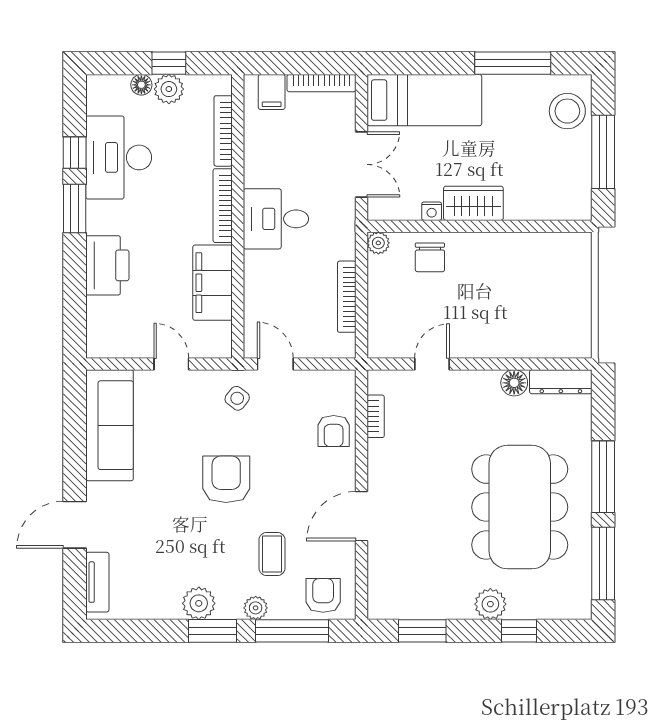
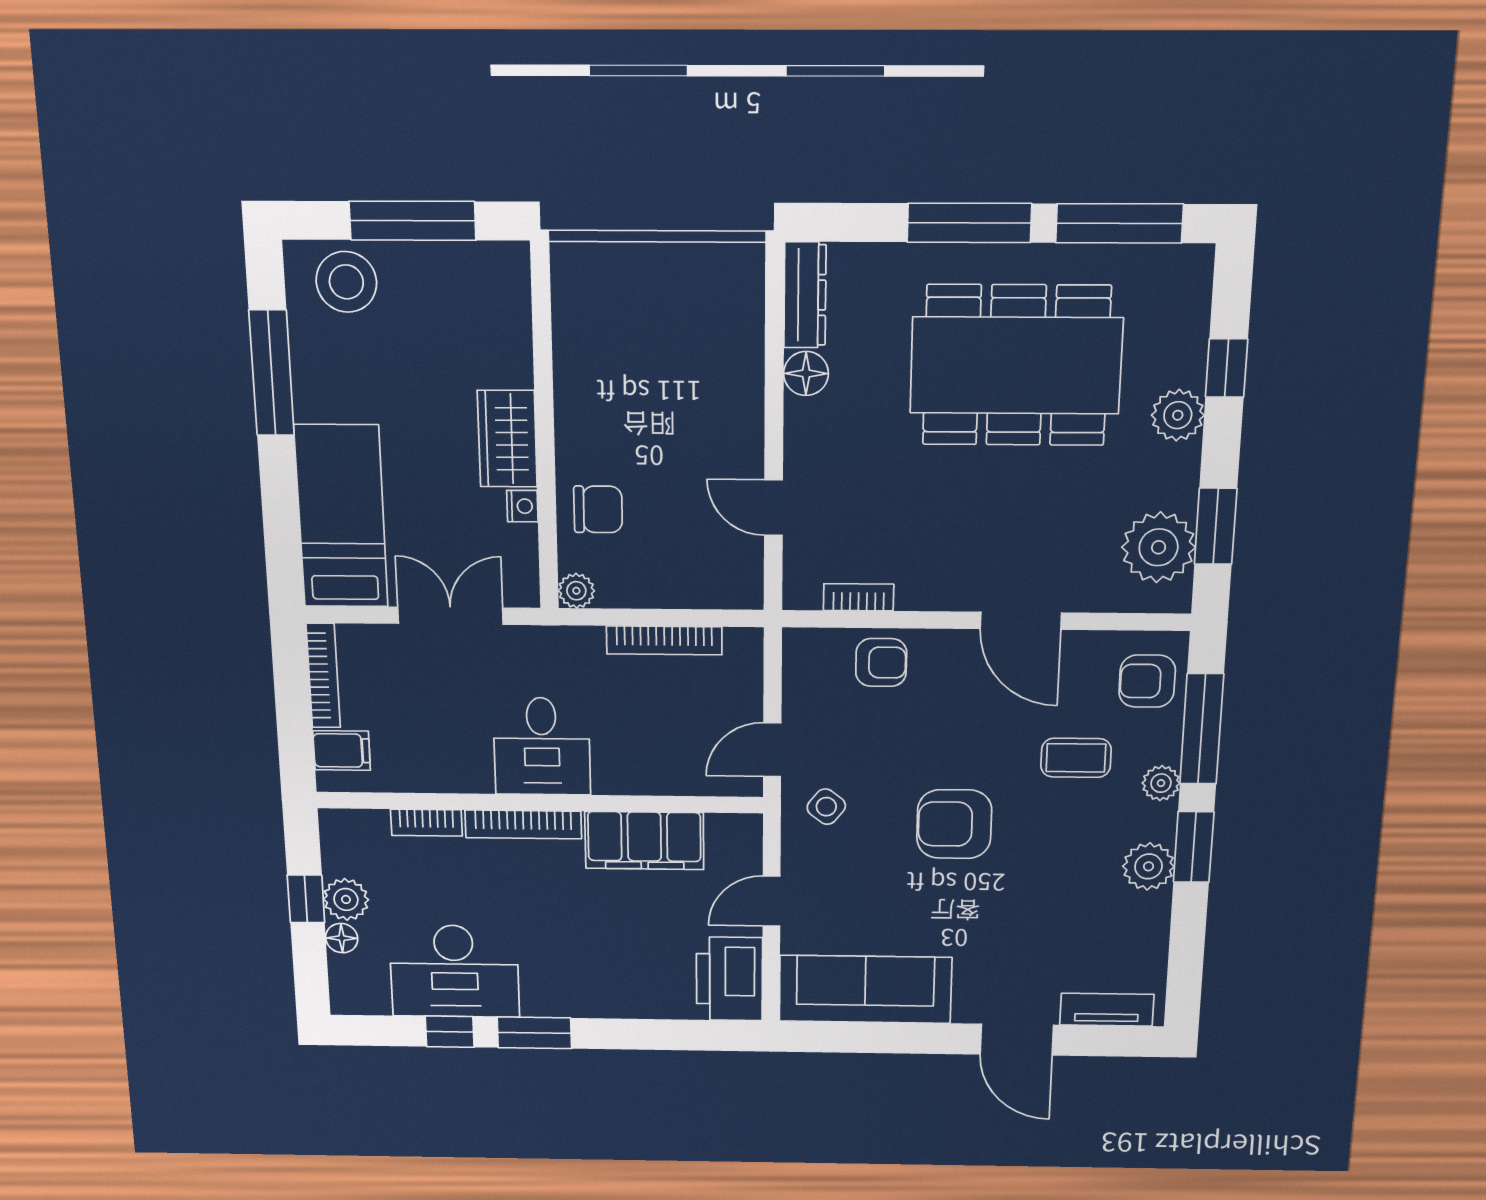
bookcase: (223, 131) -> (426, 823), width x0.64
printer: (107, 265) -> (729, 979), moved, turned -90
plant: (409, 597) -> (1159, 547), added

